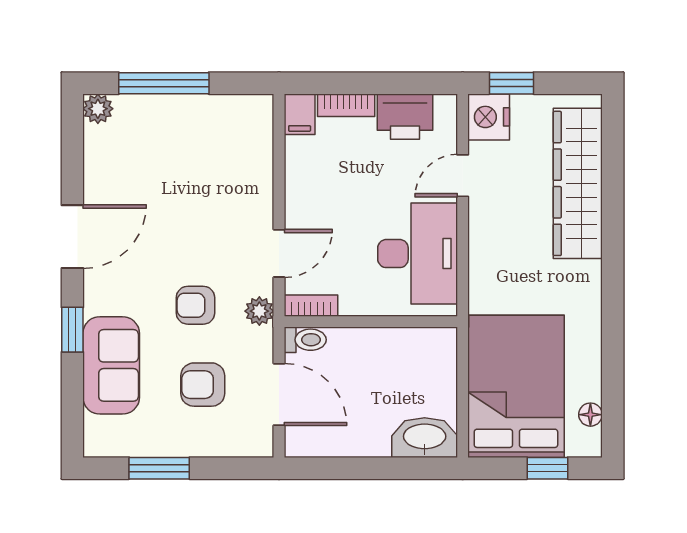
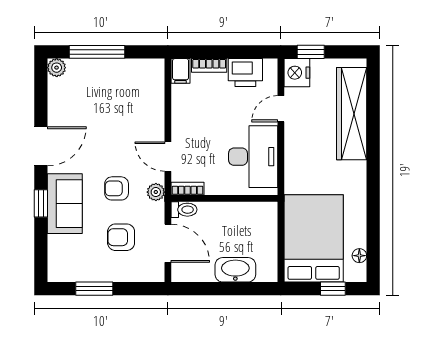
door: (279, 253) -> (168, 157), swing flipped
sofa: (111, 365) -> (65, 204), moved
washbasin: (425, 438) -> (235, 270), moved

